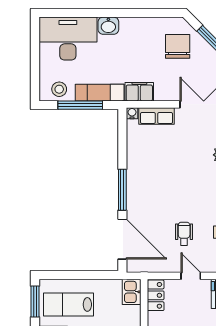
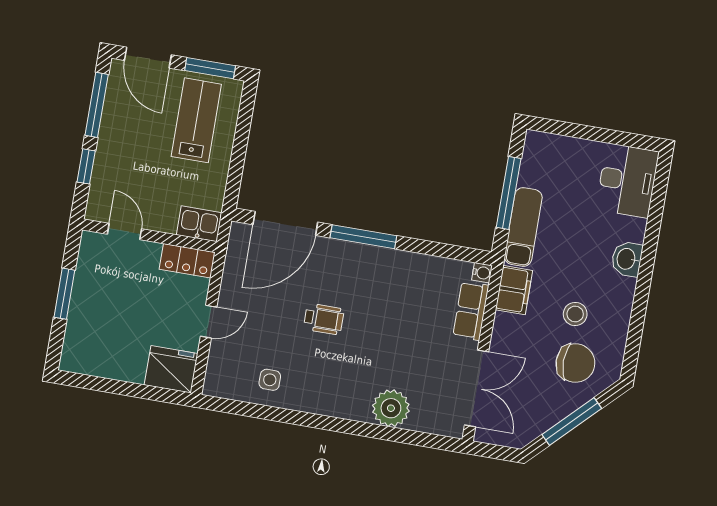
desk: (68, 39) -> (627, 181), width x0.73, depth x0.77
stool: (59, 89) -> (575, 314), moved
wheelchair: (184, 234) -> (324, 319), moved

